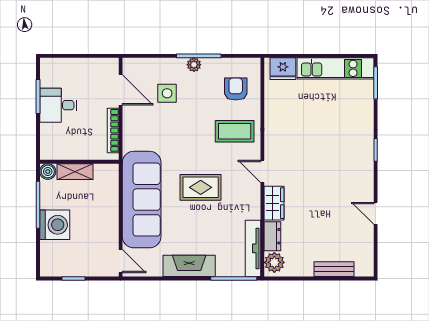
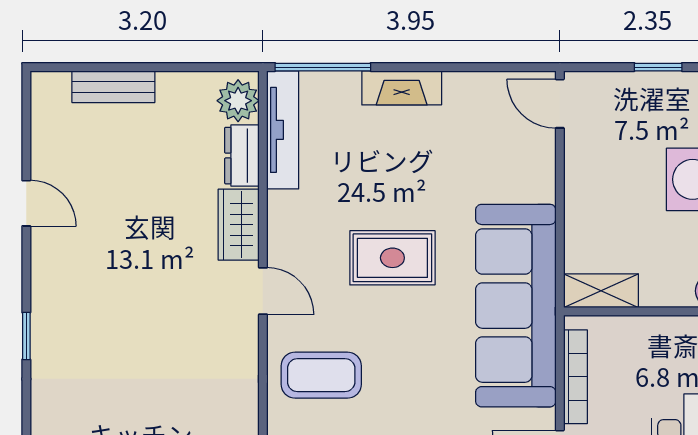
shelving: (75, 172) -> (601, 291), moved
sofa: (142, 200) -> (516, 306), moved
fireplace: (189, 266) -> (402, 88), width x0.73, depth x0.76

